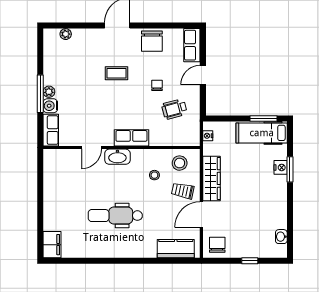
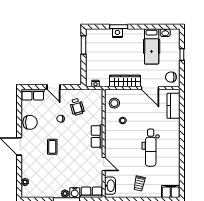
hospital bed: (262, 133) -> (152, 46), moved
washbasin: (117, 157) -> (110, 186), moved
trolley: (183, 191) -> (139, 184), moved

